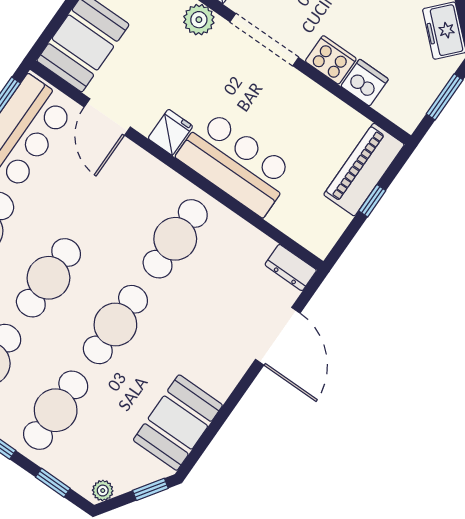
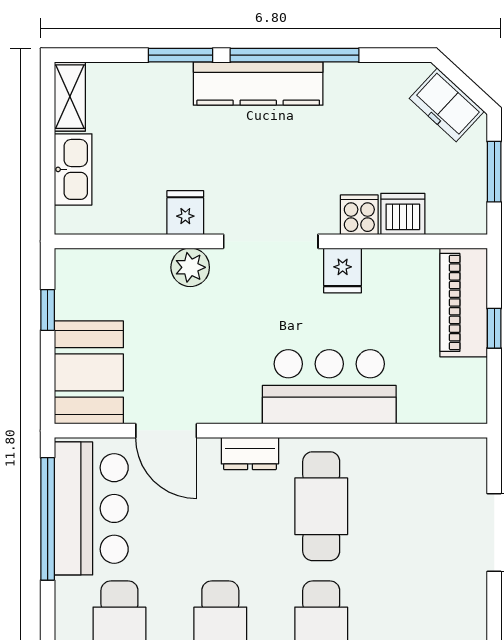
cooker: (331, 60) -> (359, 215), width x0.73
fridge: (170, 132) -> (343, 270), moved, turned 180
dresser: (291, 268) -> (250, 454), moved

